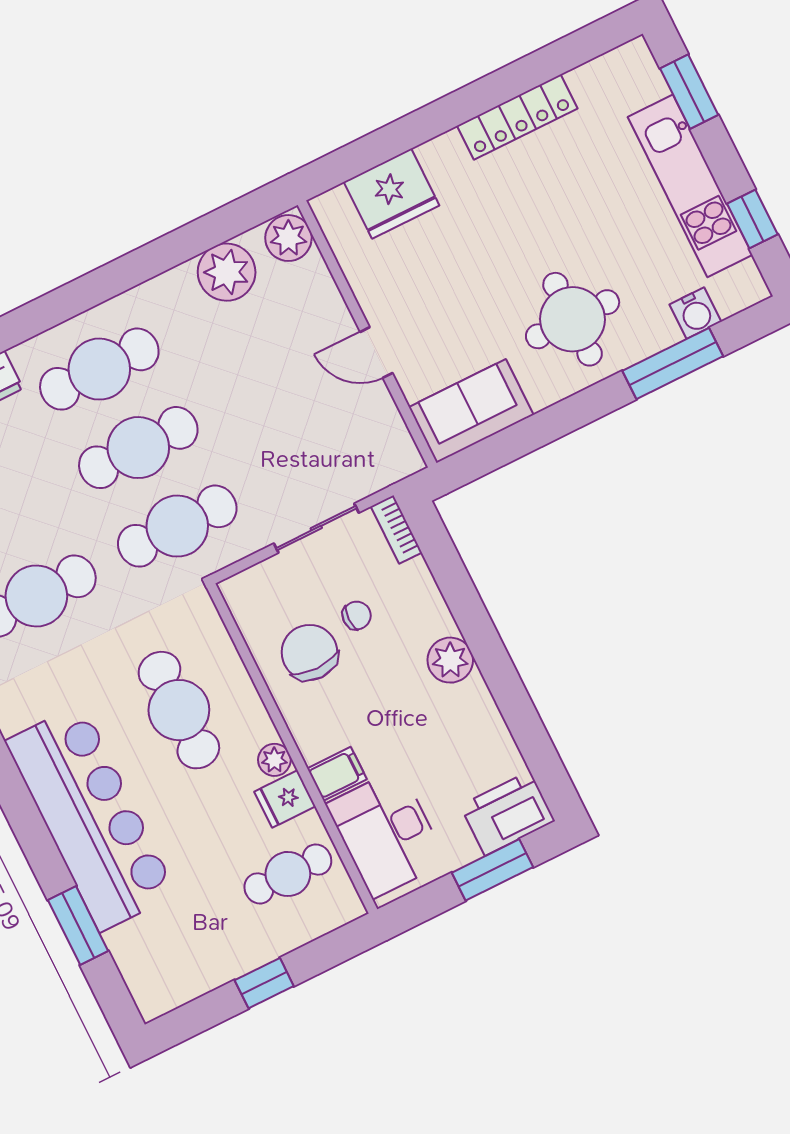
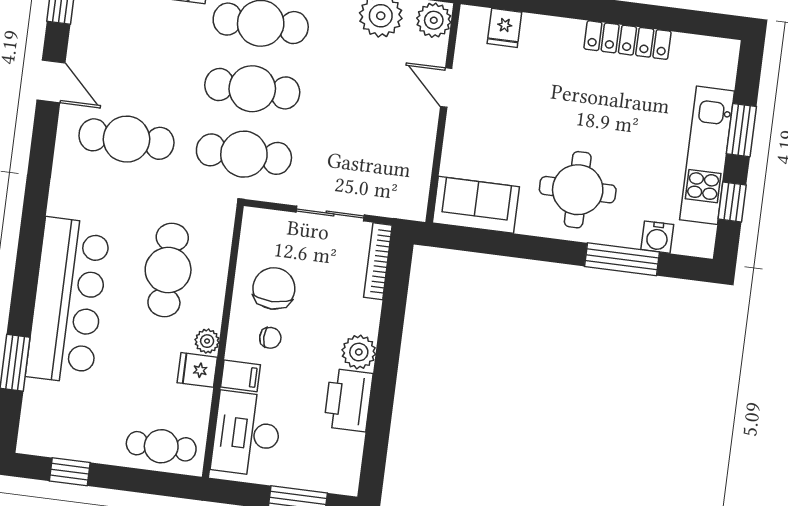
window: (689, 92) -> (741, 130), moved
fridge: (392, 194) -> (504, 28), width x0.53, depth x0.75
door: (376, 352) -> (446, 88), moved
bookcase: (396, 529) -> (378, 261), width x1.56
chair: (357, 615) -> (270, 338), moved
printer: (508, 813) -> (348, 400), moved, turned -90
cafe table: (288, 874) -> (161, 446), moved
window: (264, 983) -> (70, 472), moved

